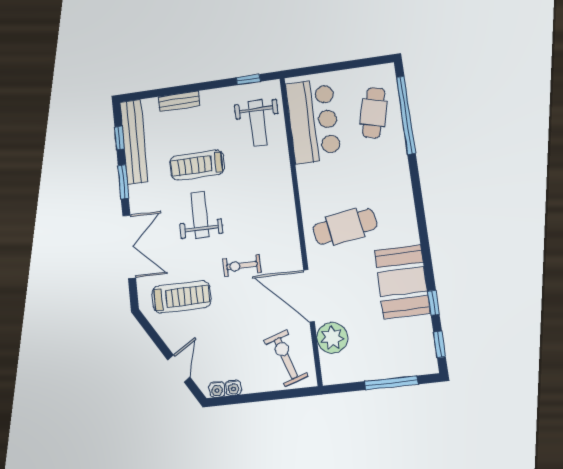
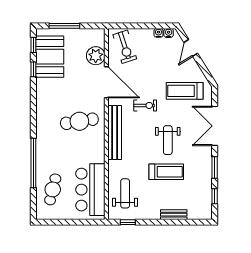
window: (406, 115) -> (33, 163), moved
bench: (134, 142) -> (115, 133), moved
booth: (402, 282) -> (50, 57), moved

